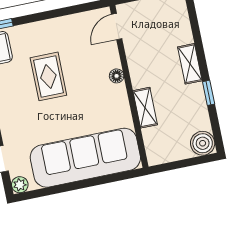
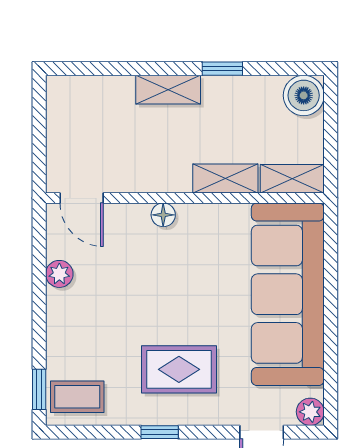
plant: (70, 23) -> (59, 274), added
rug: (48, 76) -> (179, 369), moved
shelving: (153, 147) -> (292, 179), added

